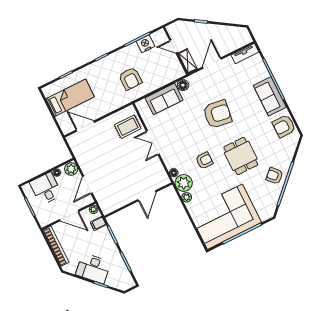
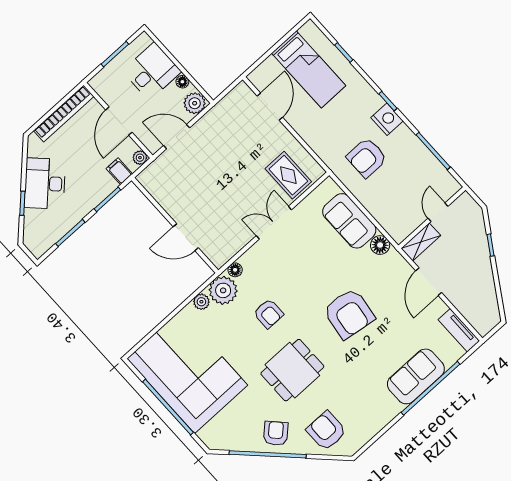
nightstand: (145, 44) -> (387, 119), moved
door: (212, 63) -> (429, 282), swing flipped
sofa: (270, 96) -> (416, 376), moved
armchair: (284, 126) -> (326, 431), moved

